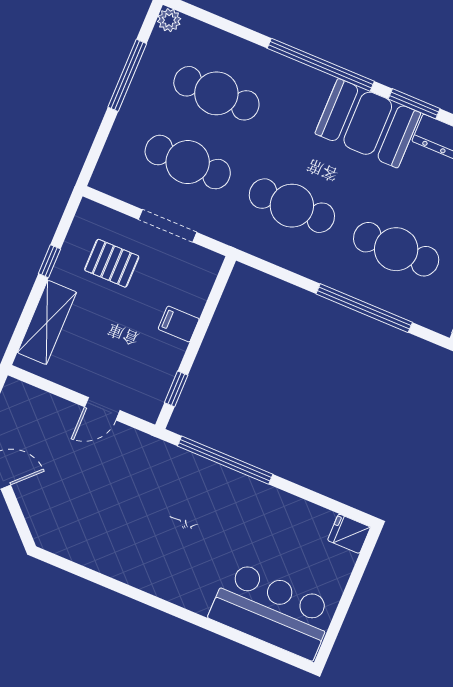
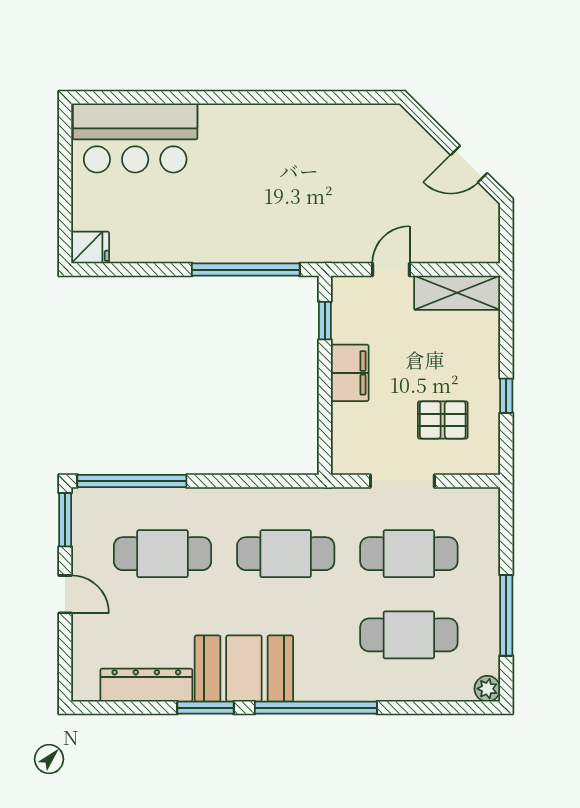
window: (364, 308) -> (132, 481), moved
shelving: (47, 322) -> (457, 293), moved, turned 90
filing cabinet: (179, 324) -> (350, 373), width x2.00

